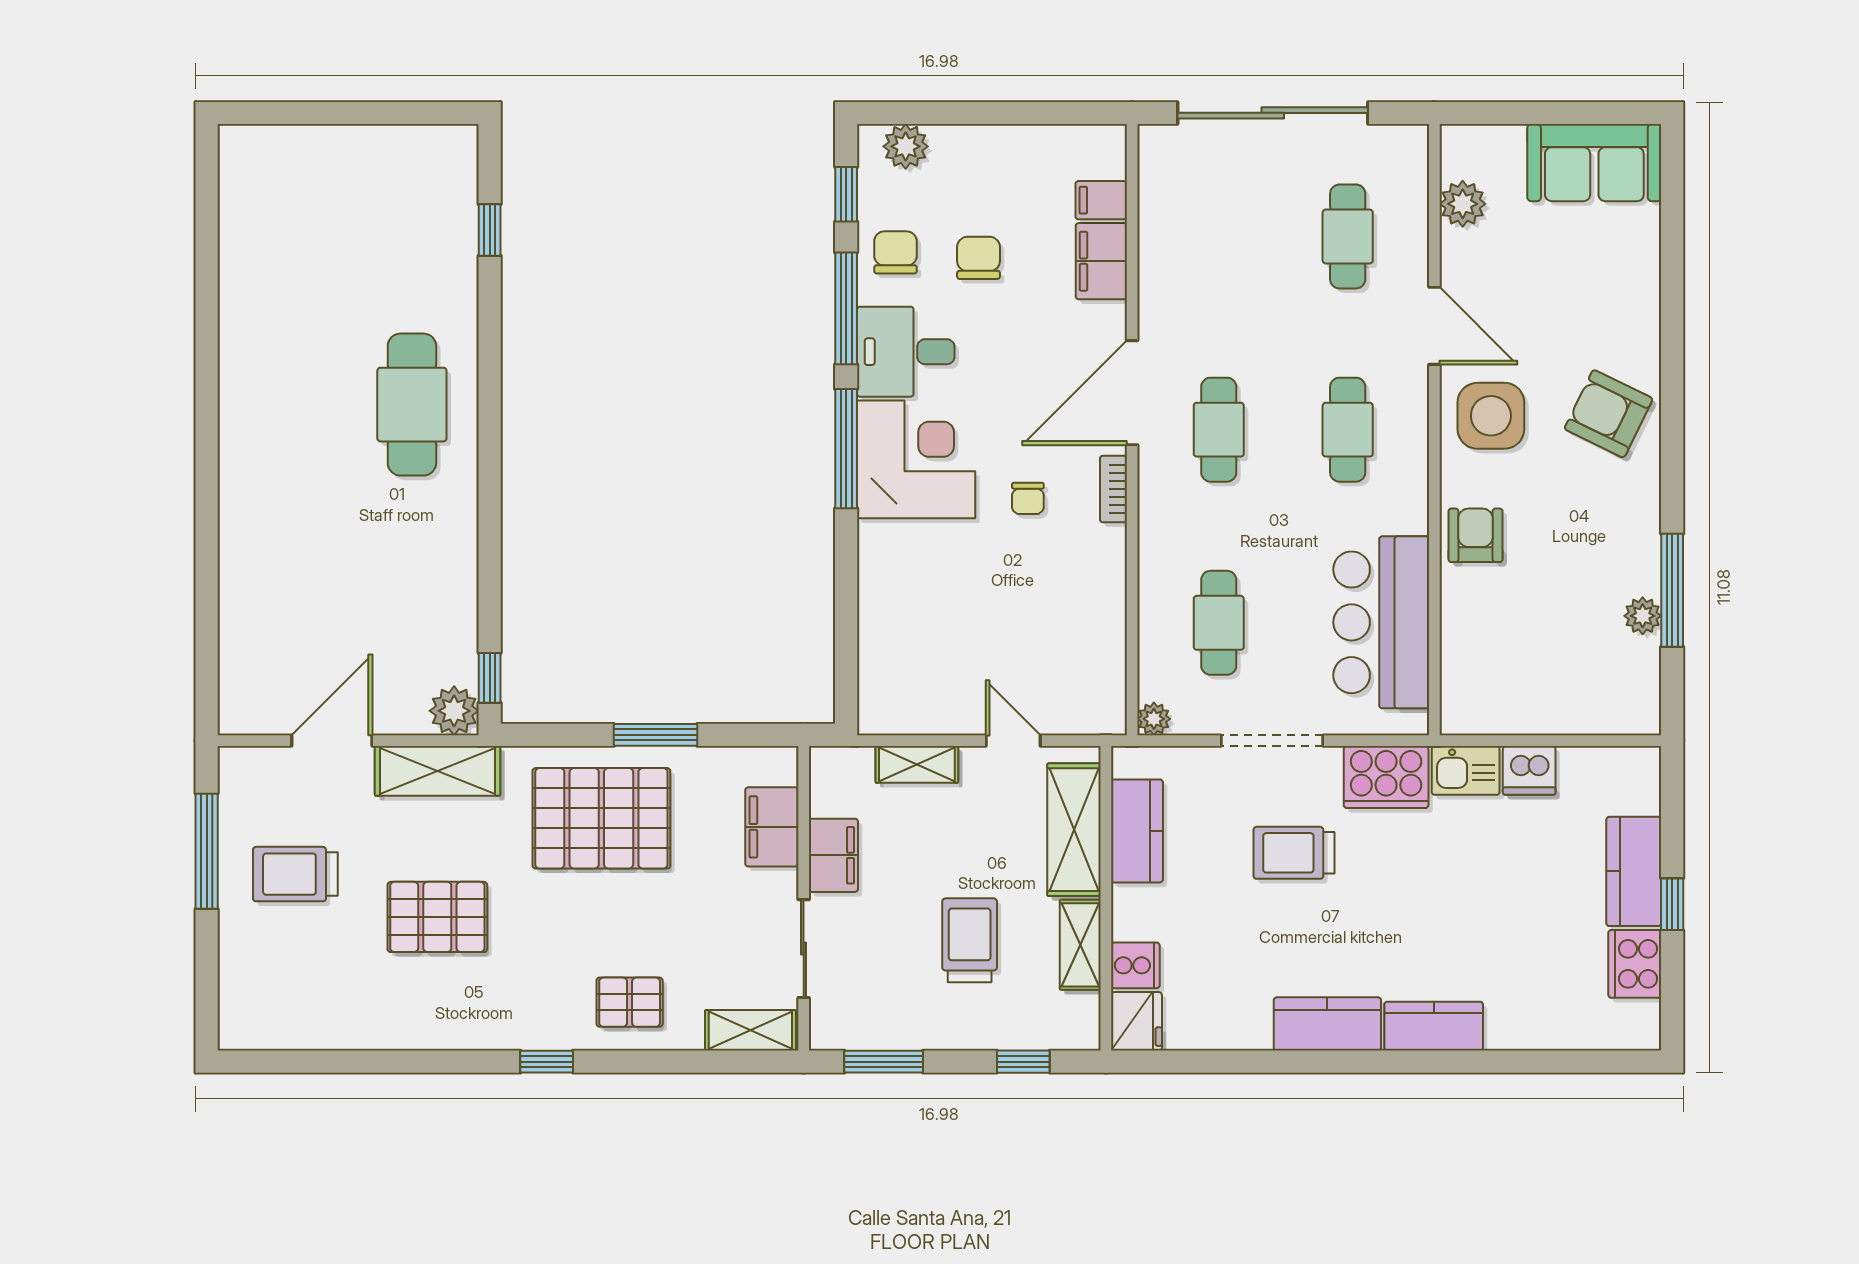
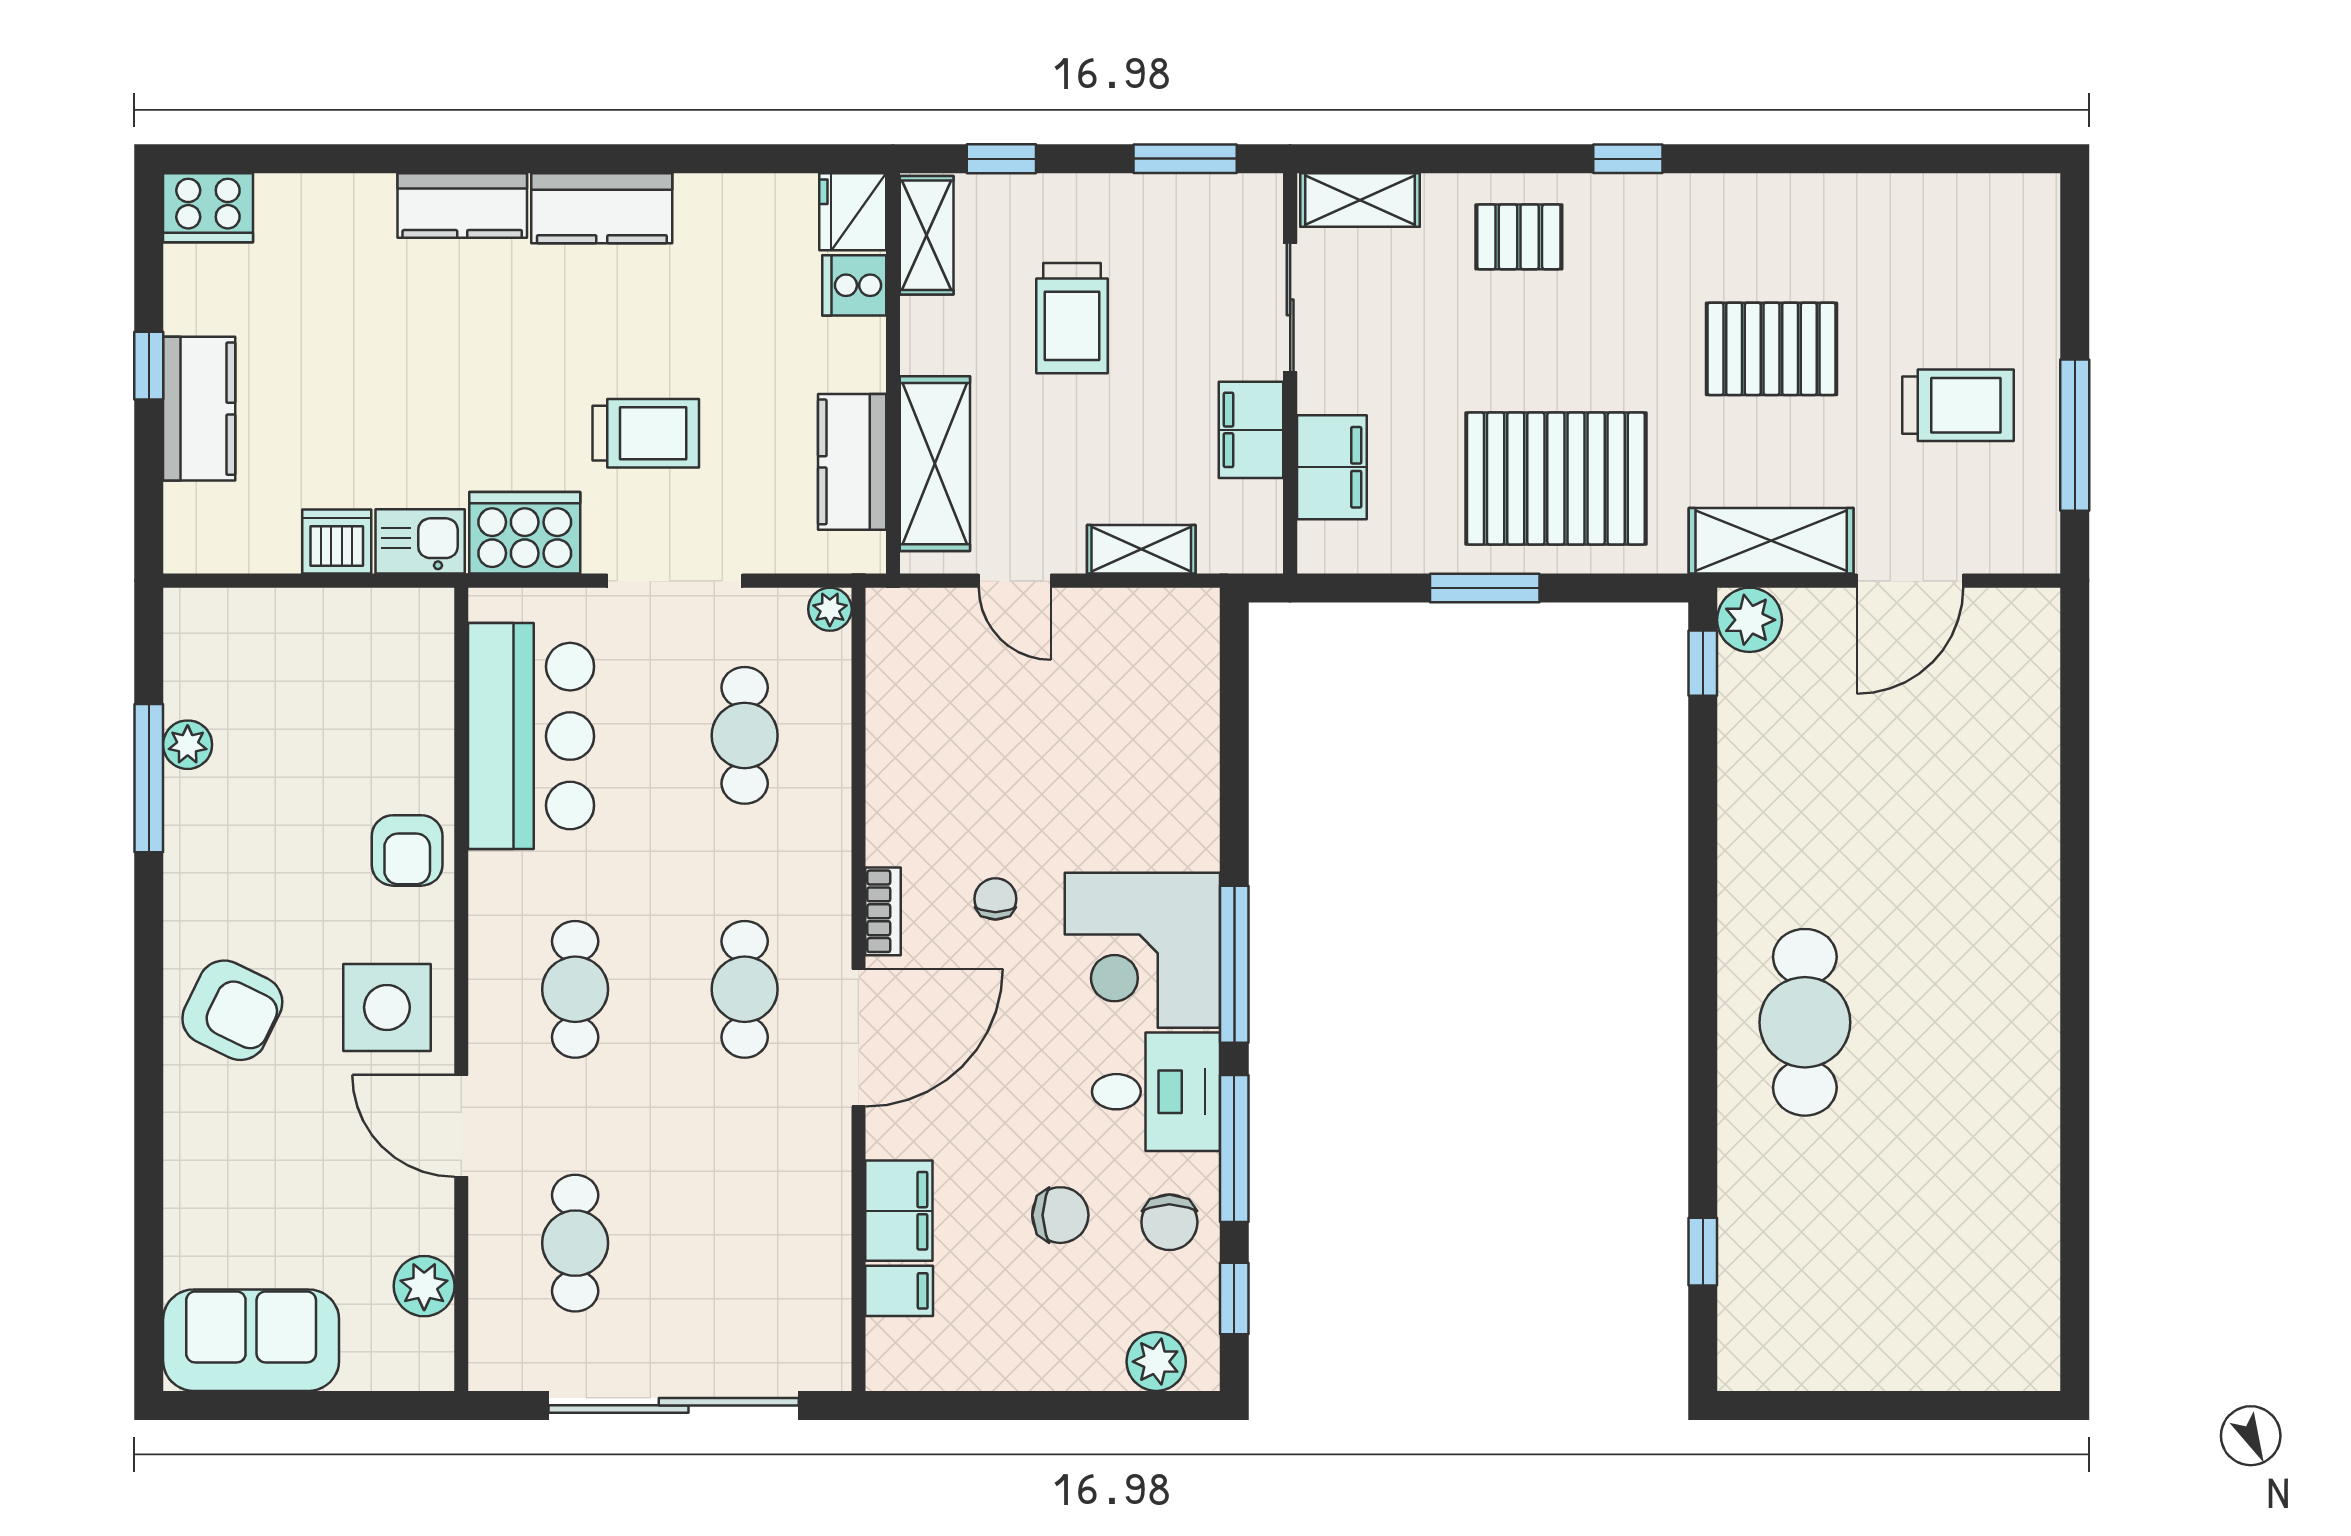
chair: (979, 258) -> (1060, 1215), turned -90
shelving: (1080, 945) -> (927, 235), moved
cooker: (1635, 964) -> (208, 208), moved, turned 90

